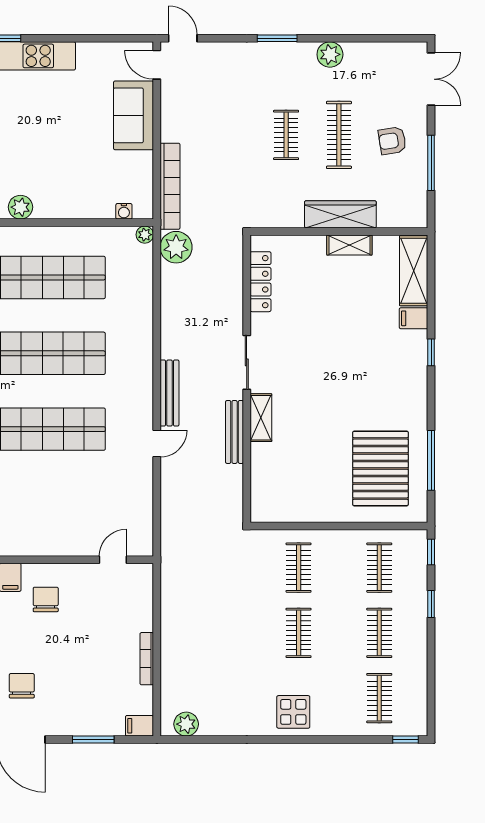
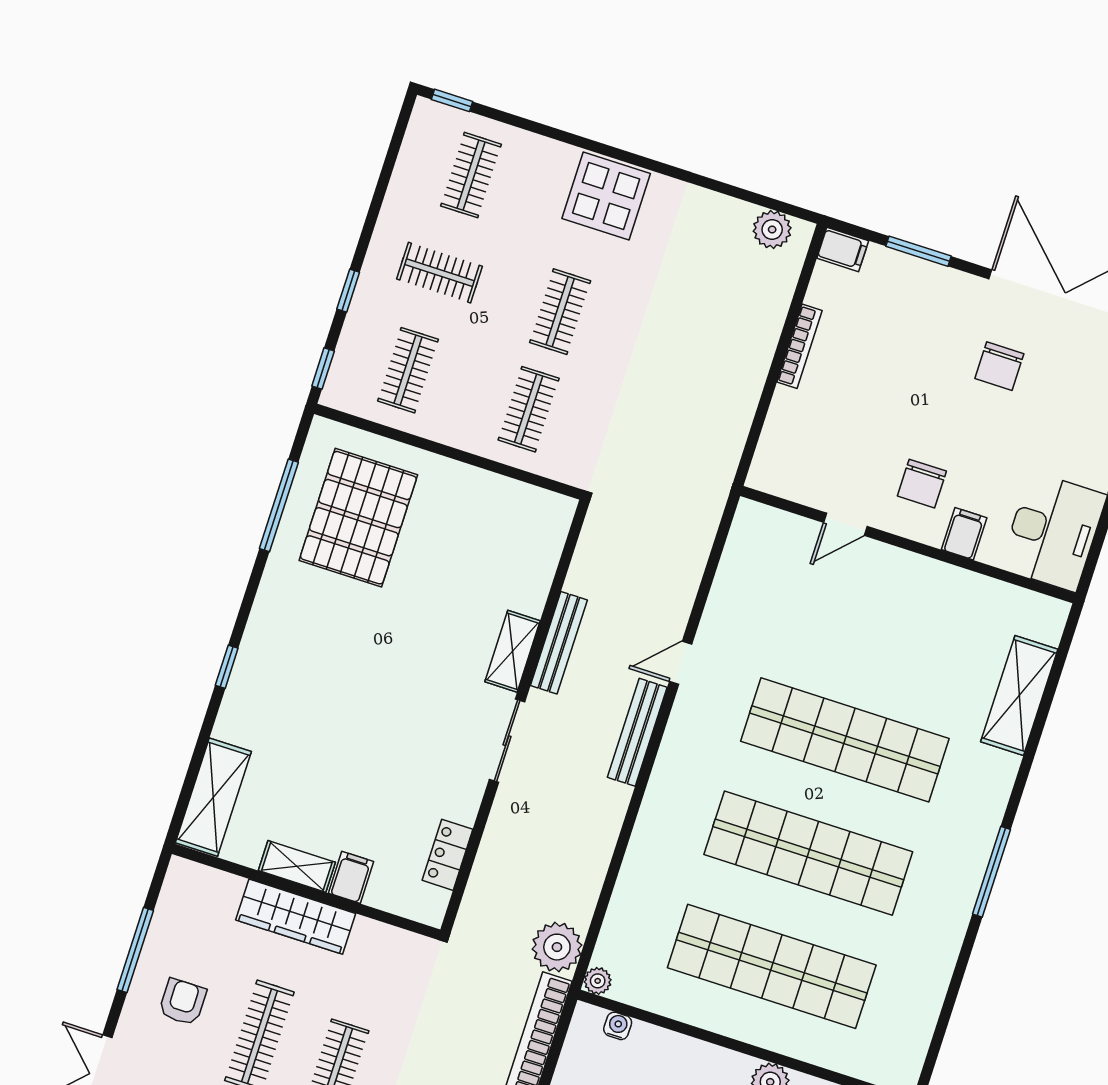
armchair: (392, 141) -> (183, 1002), turned -81
locker: (260, 282) -> (447, 855), width x0.66
filing cabinet: (414, 318) -> (351, 877), moved, turned -90
door: (113, 560) -> (845, 524), moved
clothes rail: (379, 633) -> (439, 273), turned 90
display table: (293, 712) -> (606, 196), width x1.36, depth x1.36

